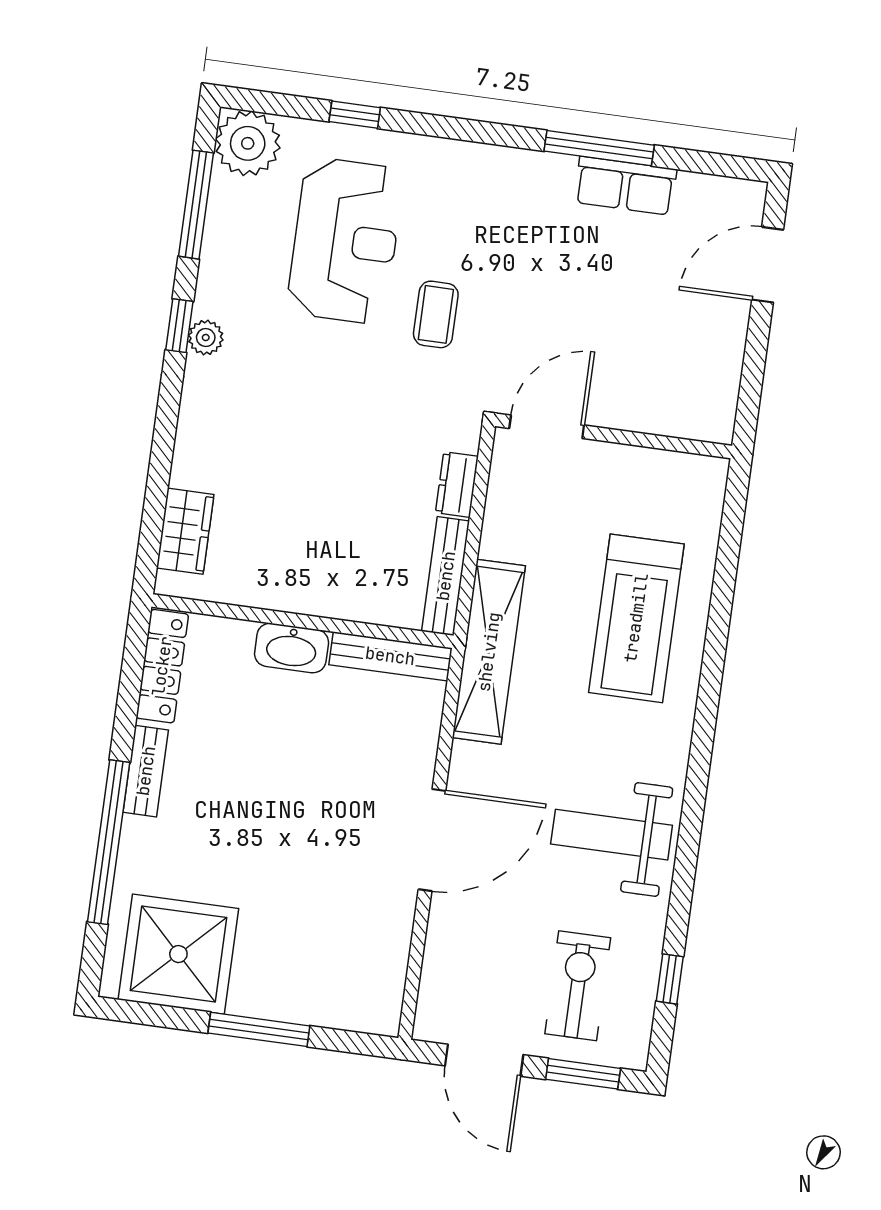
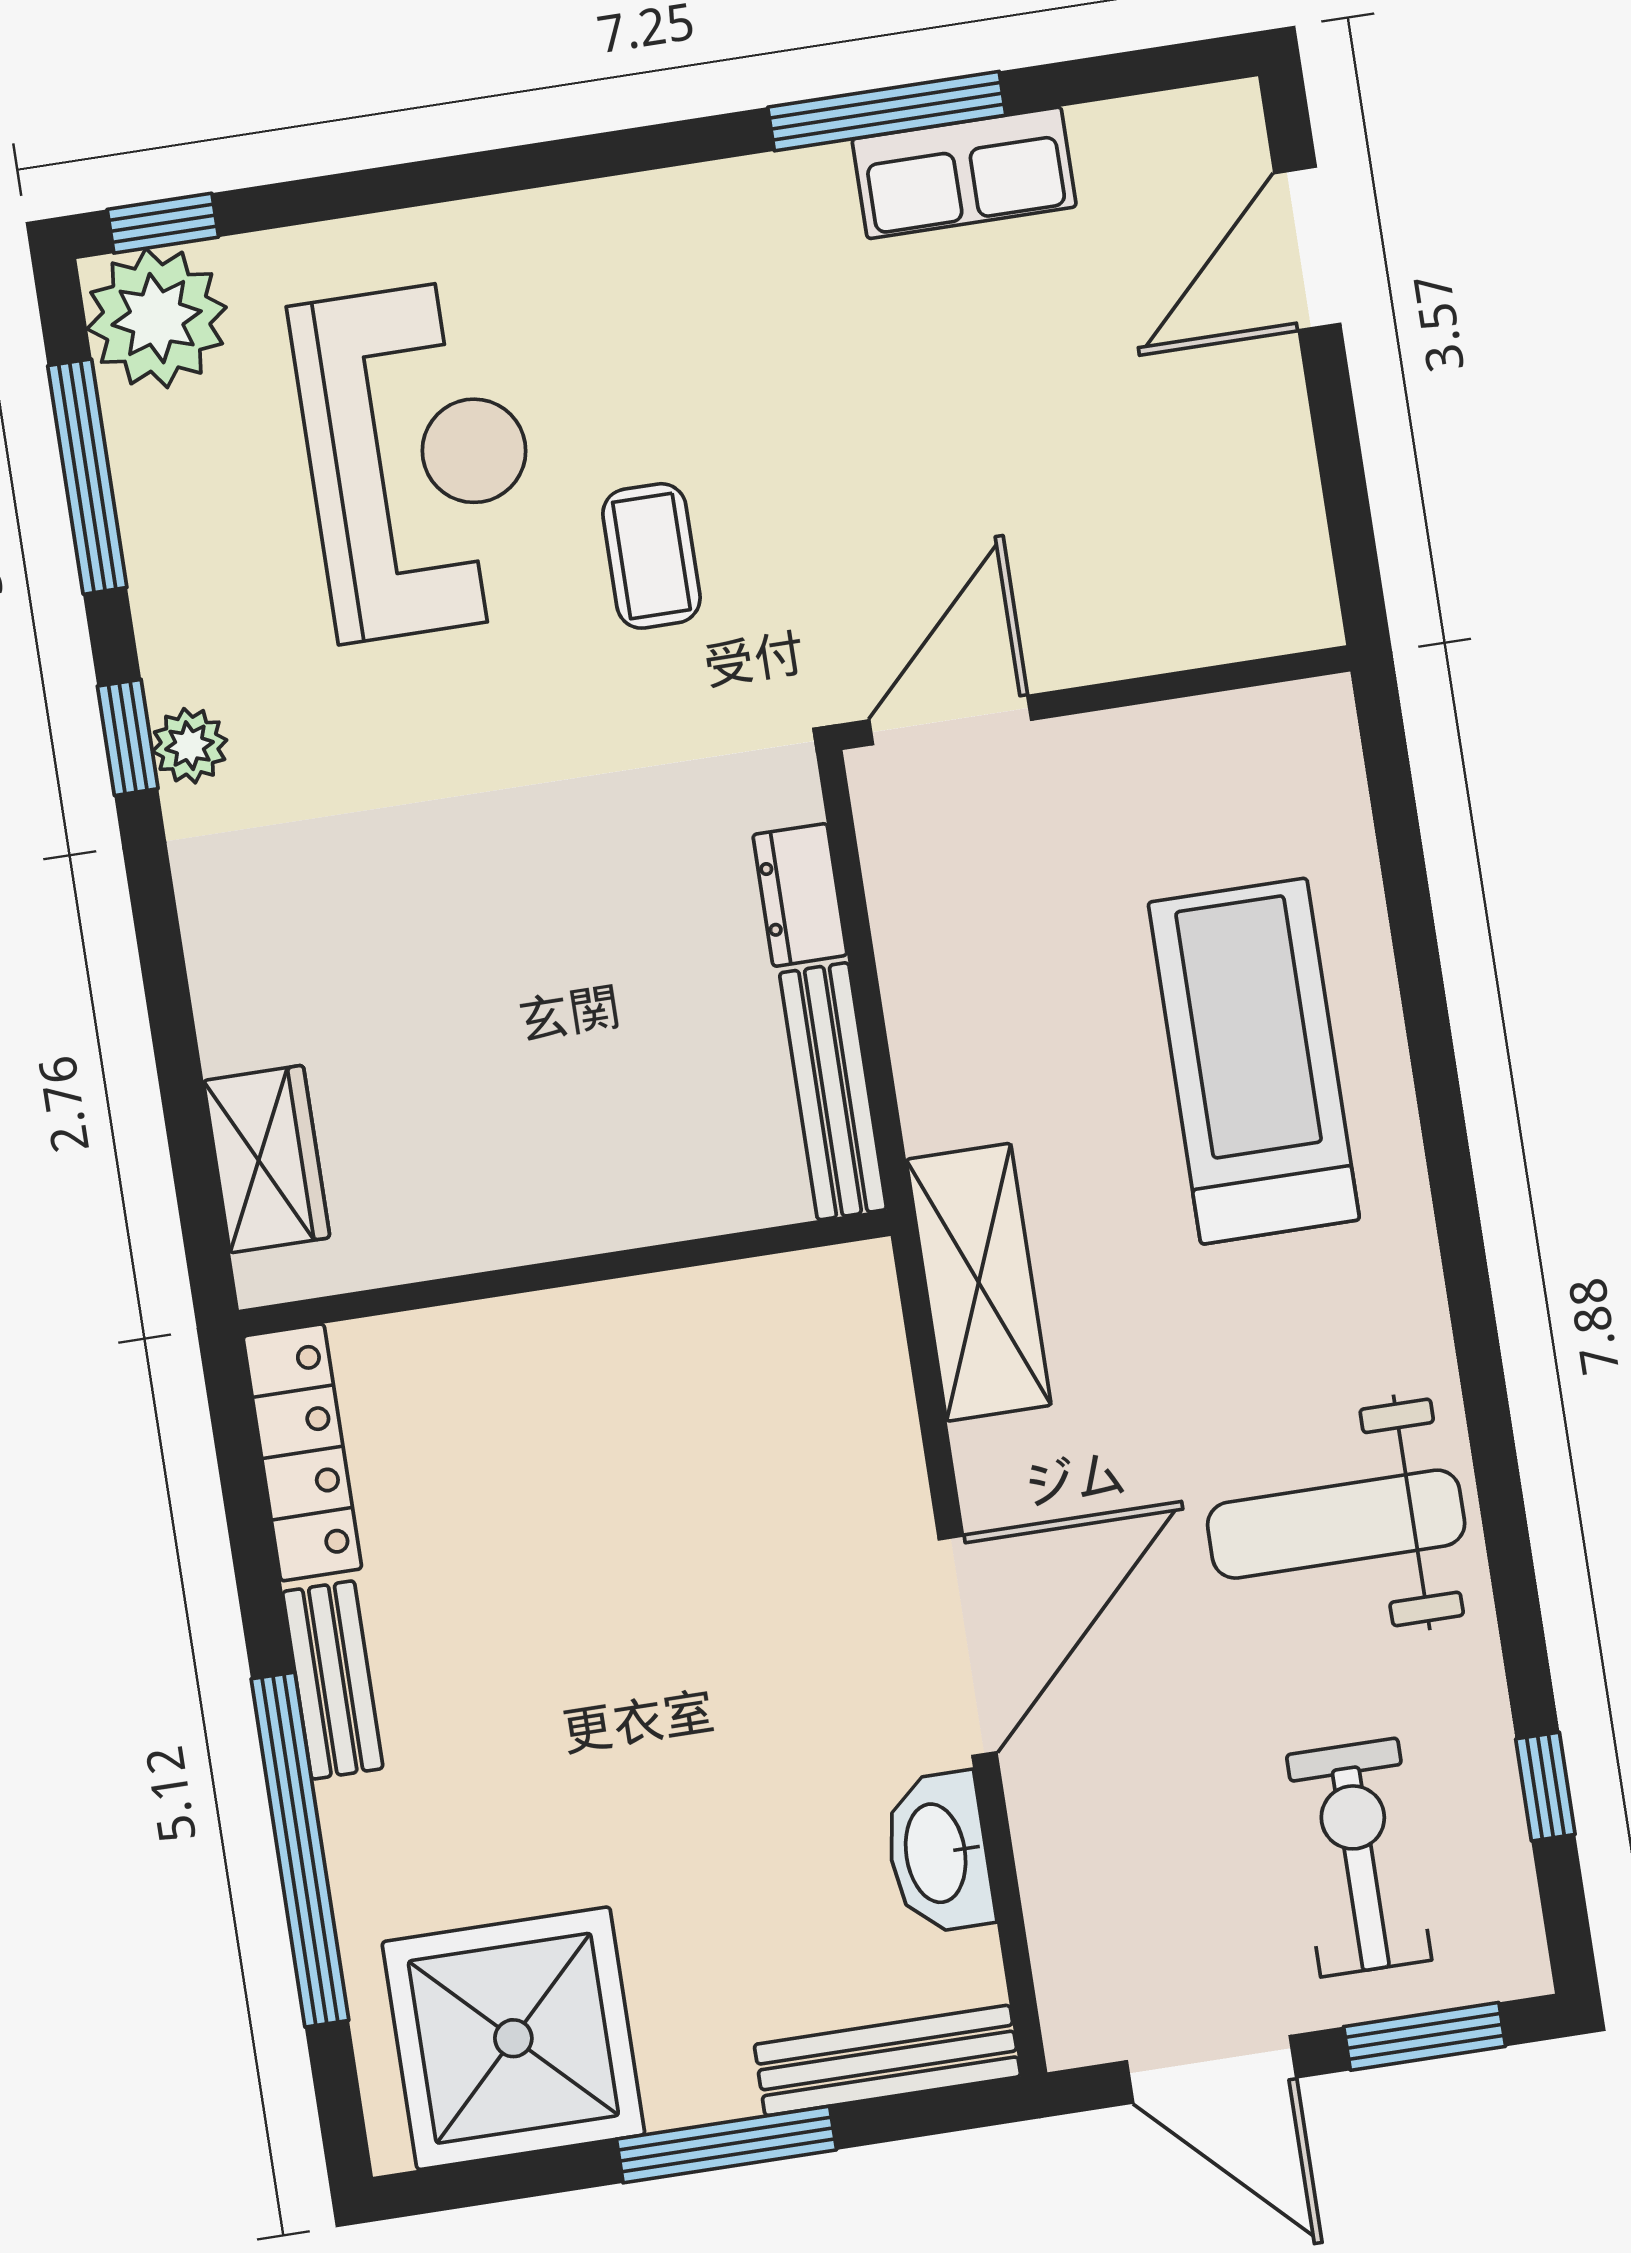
window: (355, 115) -> (163, 223), moved
treadmill: (636, 618) -> (1254, 1061), turned 180
washbasin: (292, 648) -> (938, 1853), moved, turned 90
shelving: (489, 652) -> (979, 1282), width x0.68
bench: (390, 656) -> (887, 2060), moved

